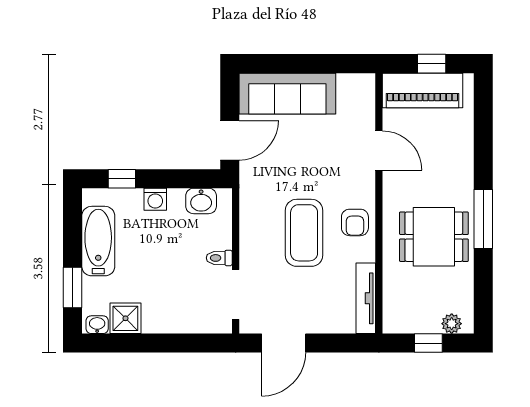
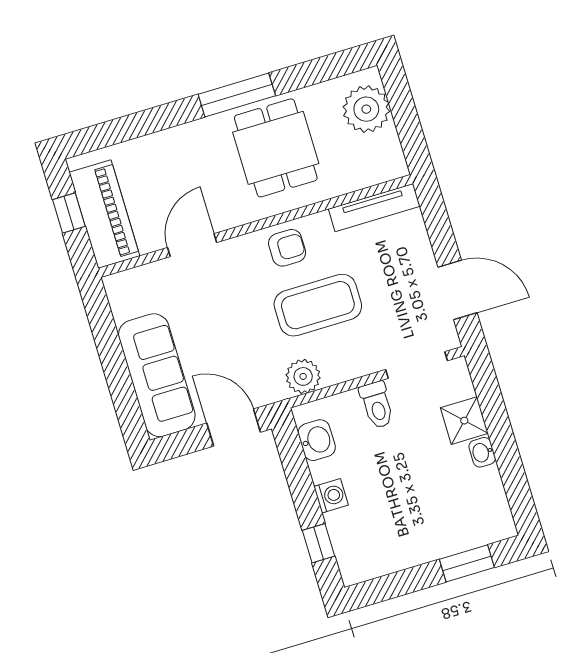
plant: (253, 205) -> (303, 376), added
bathtub: (98, 241) -> (402, 549), removed
toilet: (219, 258) -> (377, 405), width x1.37, depth x1.39
shower: (125, 318) -> (464, 421), moved
plant: (452, 324) -> (366, 109), width x1.87, depth x1.87
washbasin: (97, 325) -> (482, 452), moved
window: (428, 343) -> (405, 116), removed

